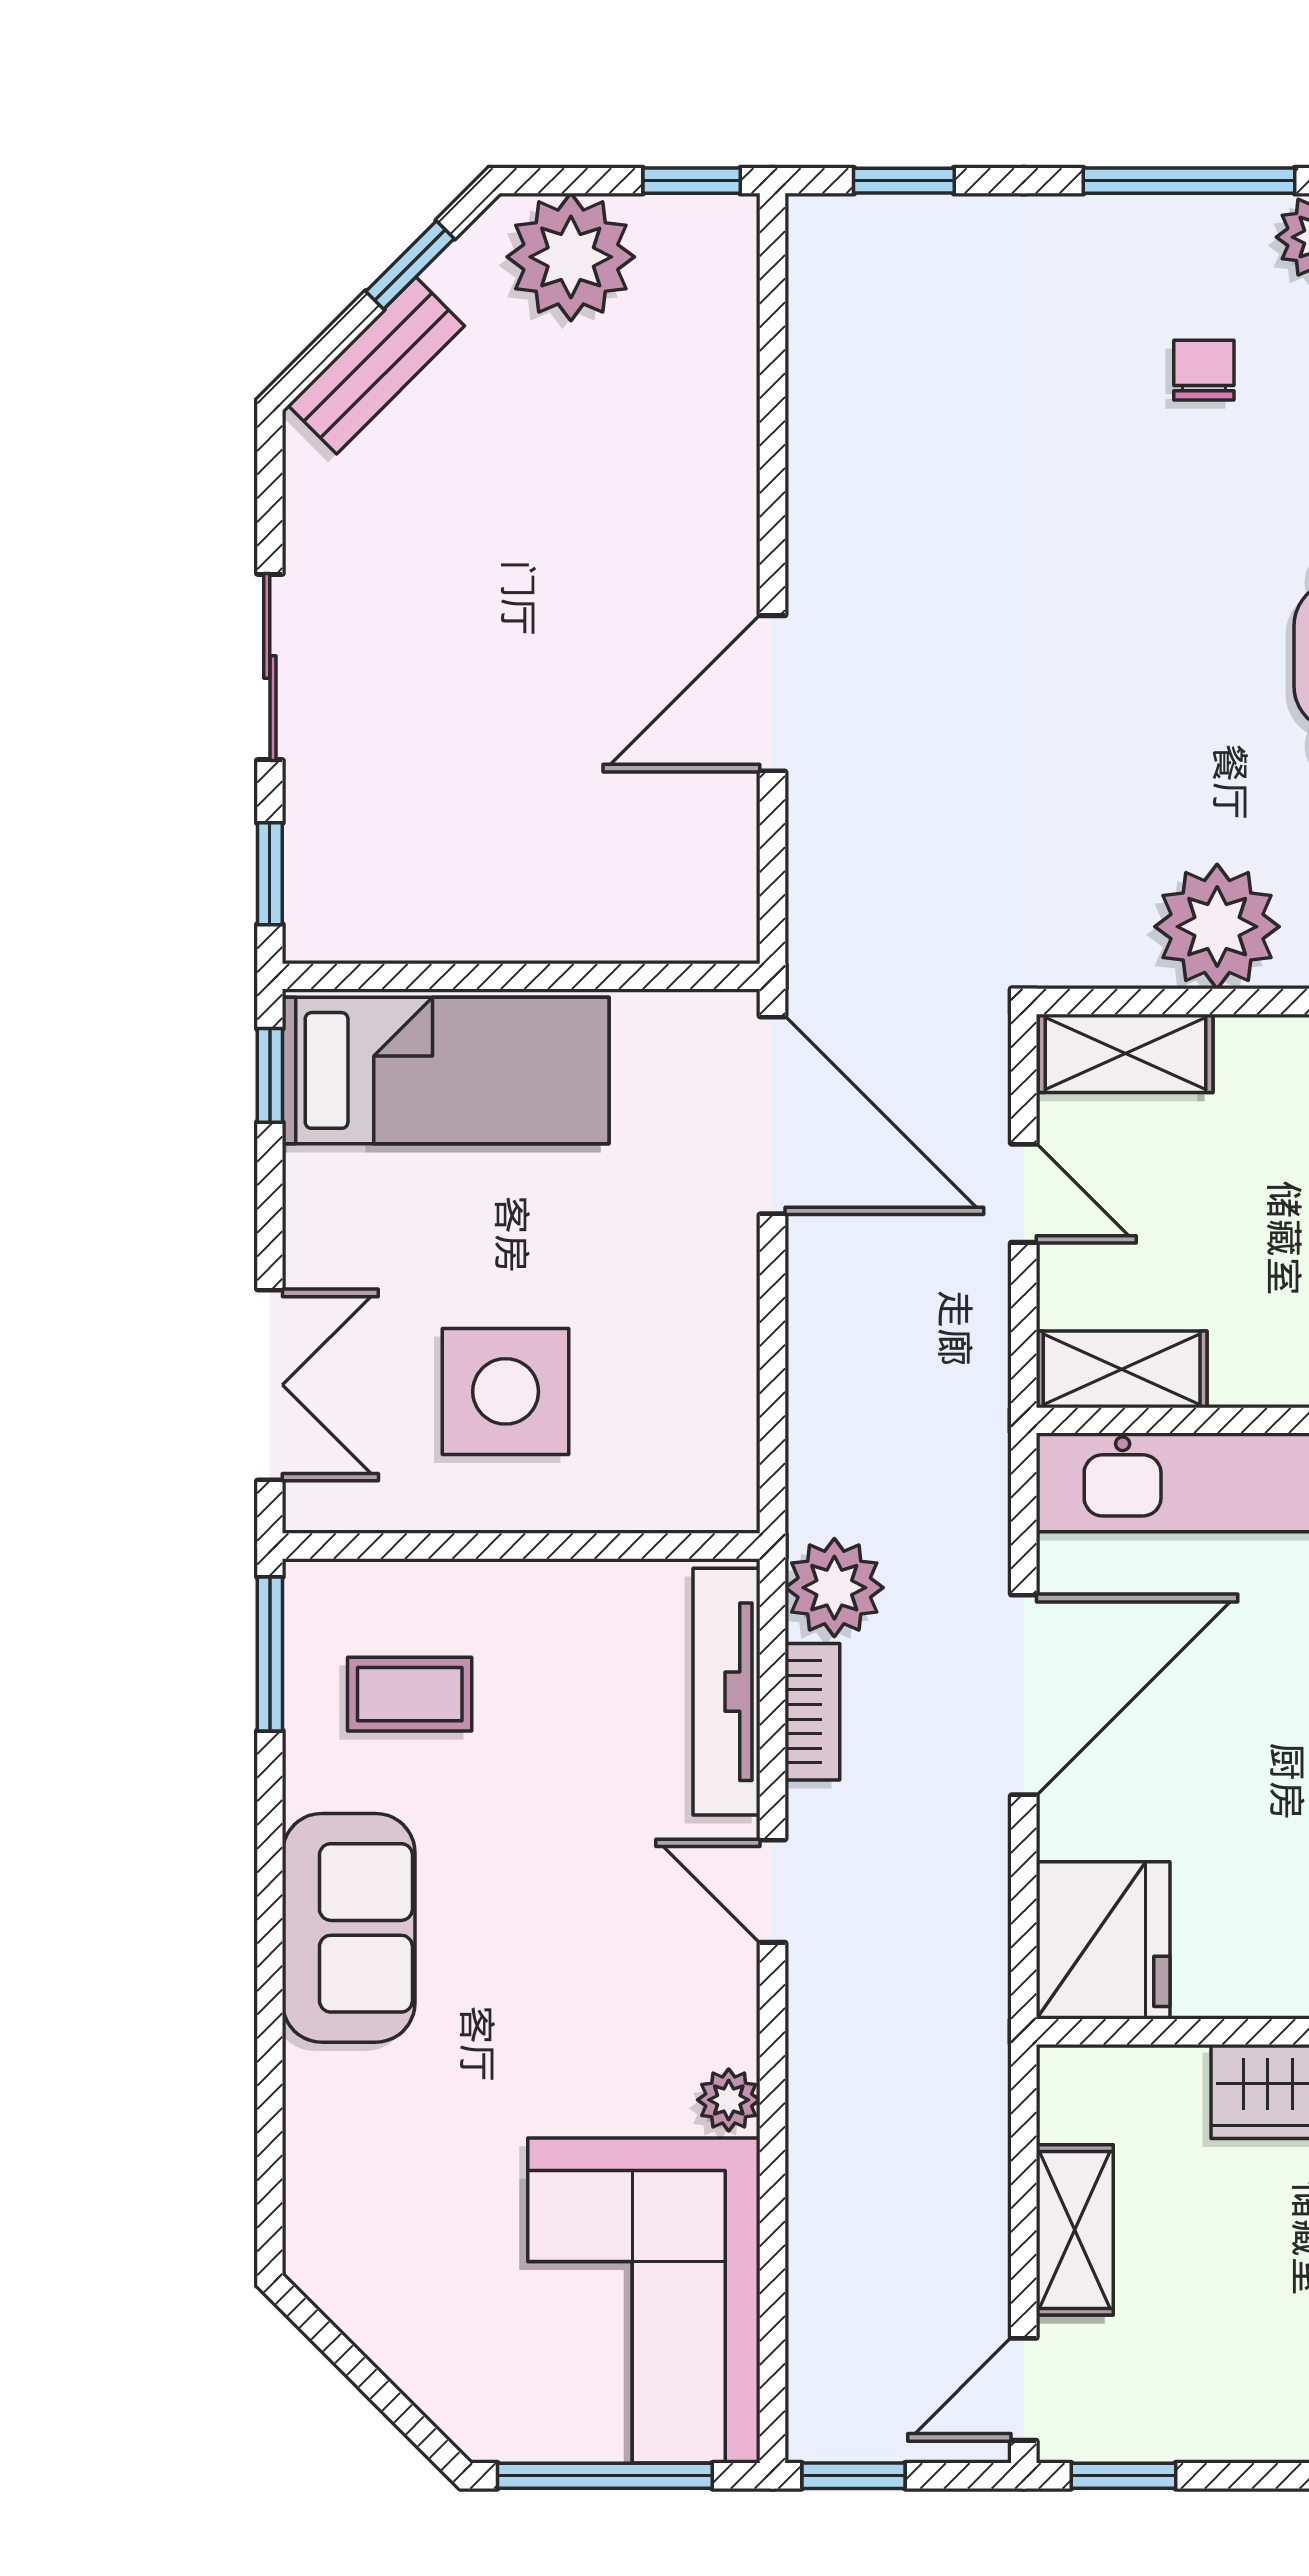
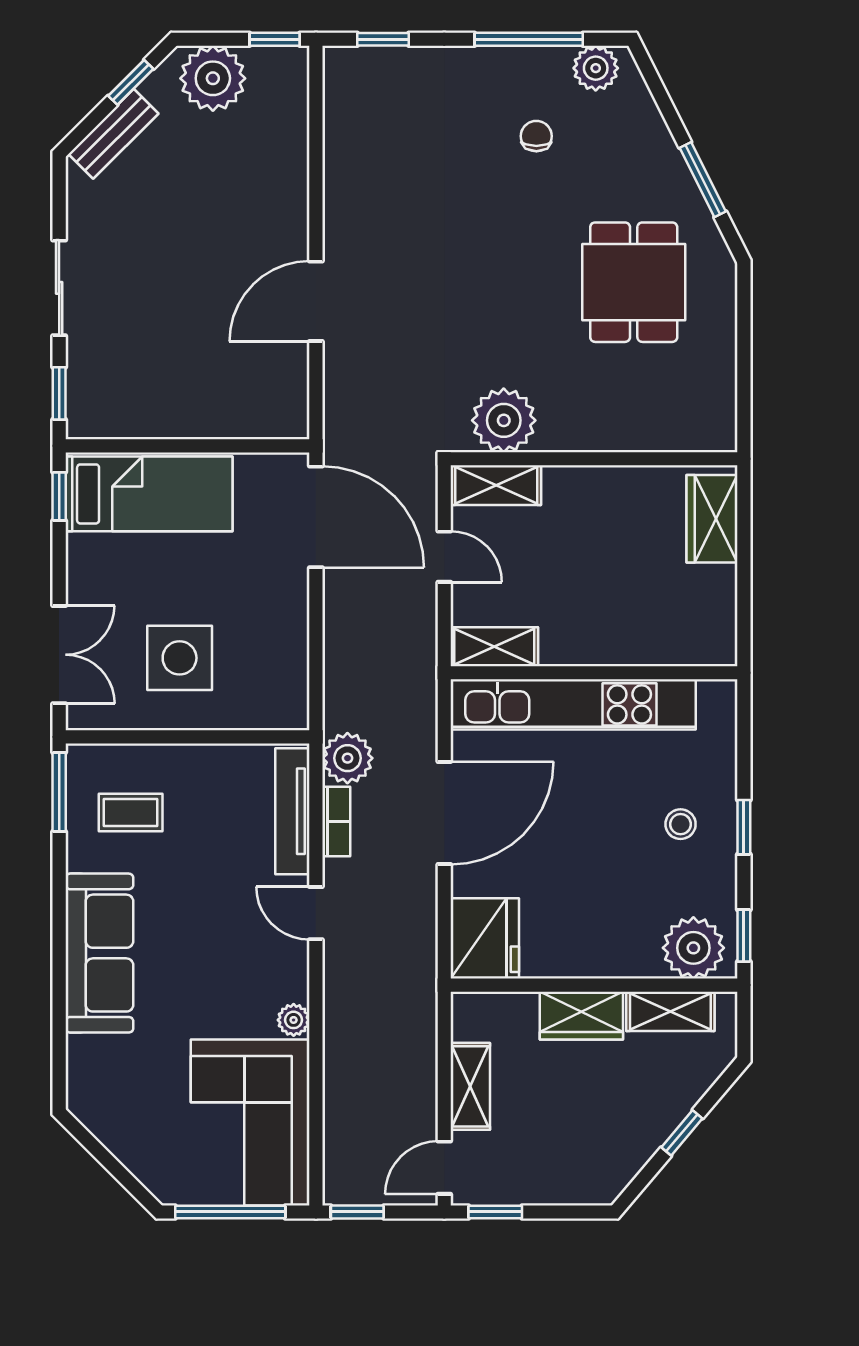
plant: (1217, 927) -> (504, 420), moved
sofa: (349, 1928) -> (99, 953), width x1.36

